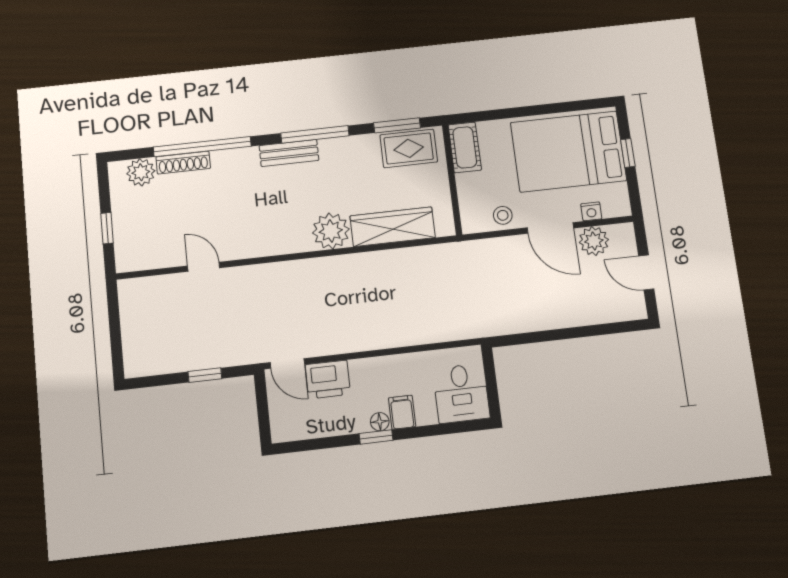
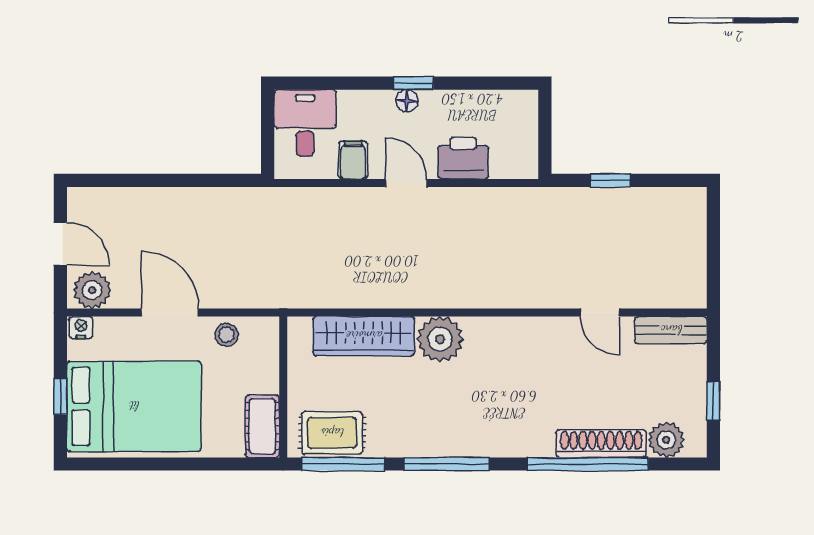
window: (397, 125) -> (343, 464), width x1.44
bench: (289, 153) -> (671, 330), moved
shoe rack: (183, 163) -> (601, 444), width x1.36, depth x1.24
nightstand: (591, 211) -> (81, 327), moved
window: (107, 228) -> (713, 401), moved
plant: (594, 241) -> (92, 290), moved
door: (287, 363) -> (406, 183), moved
filing cabinet: (402, 412) -> (353, 160), moved, turned 180

